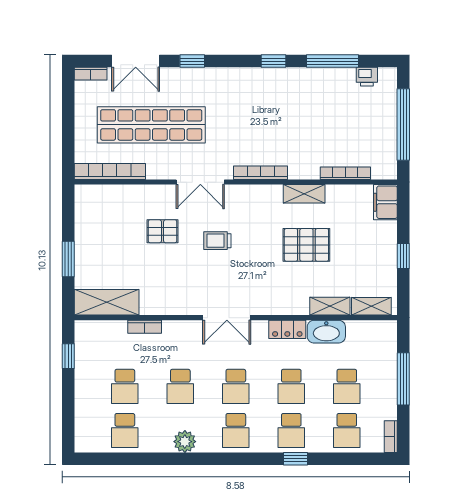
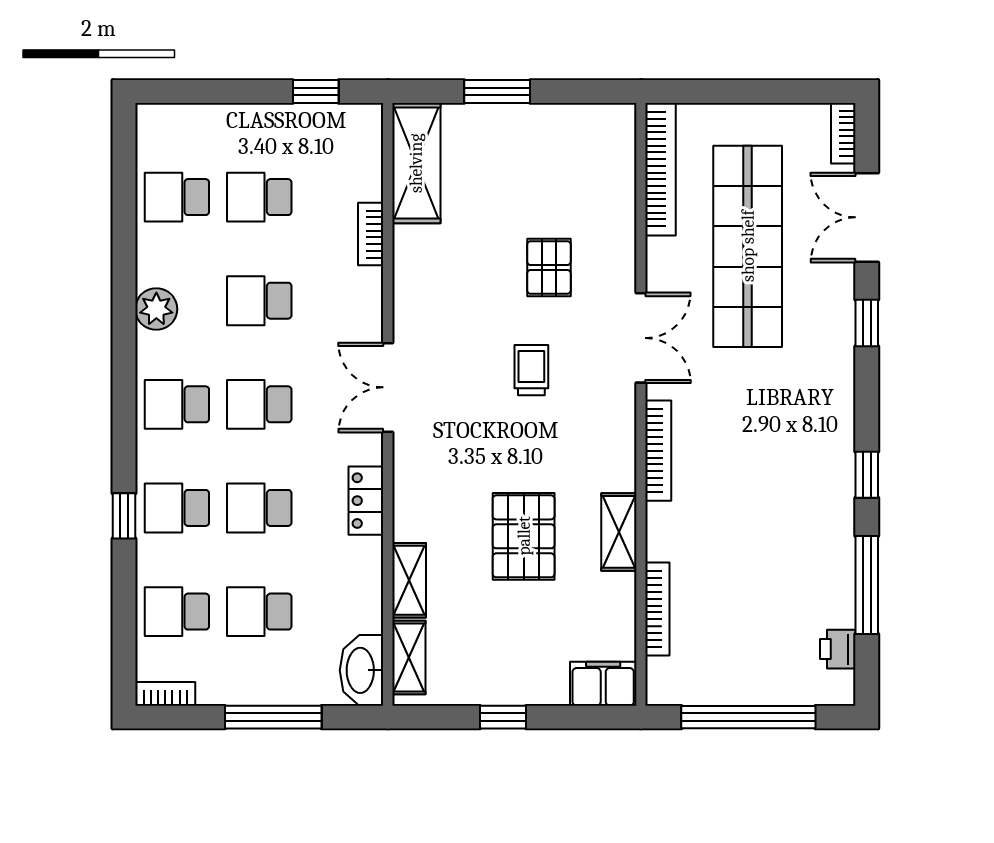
double door: (200, 182) -> (641, 338), swing flipped
washbasin: (326, 332) -> (362, 670), moved

